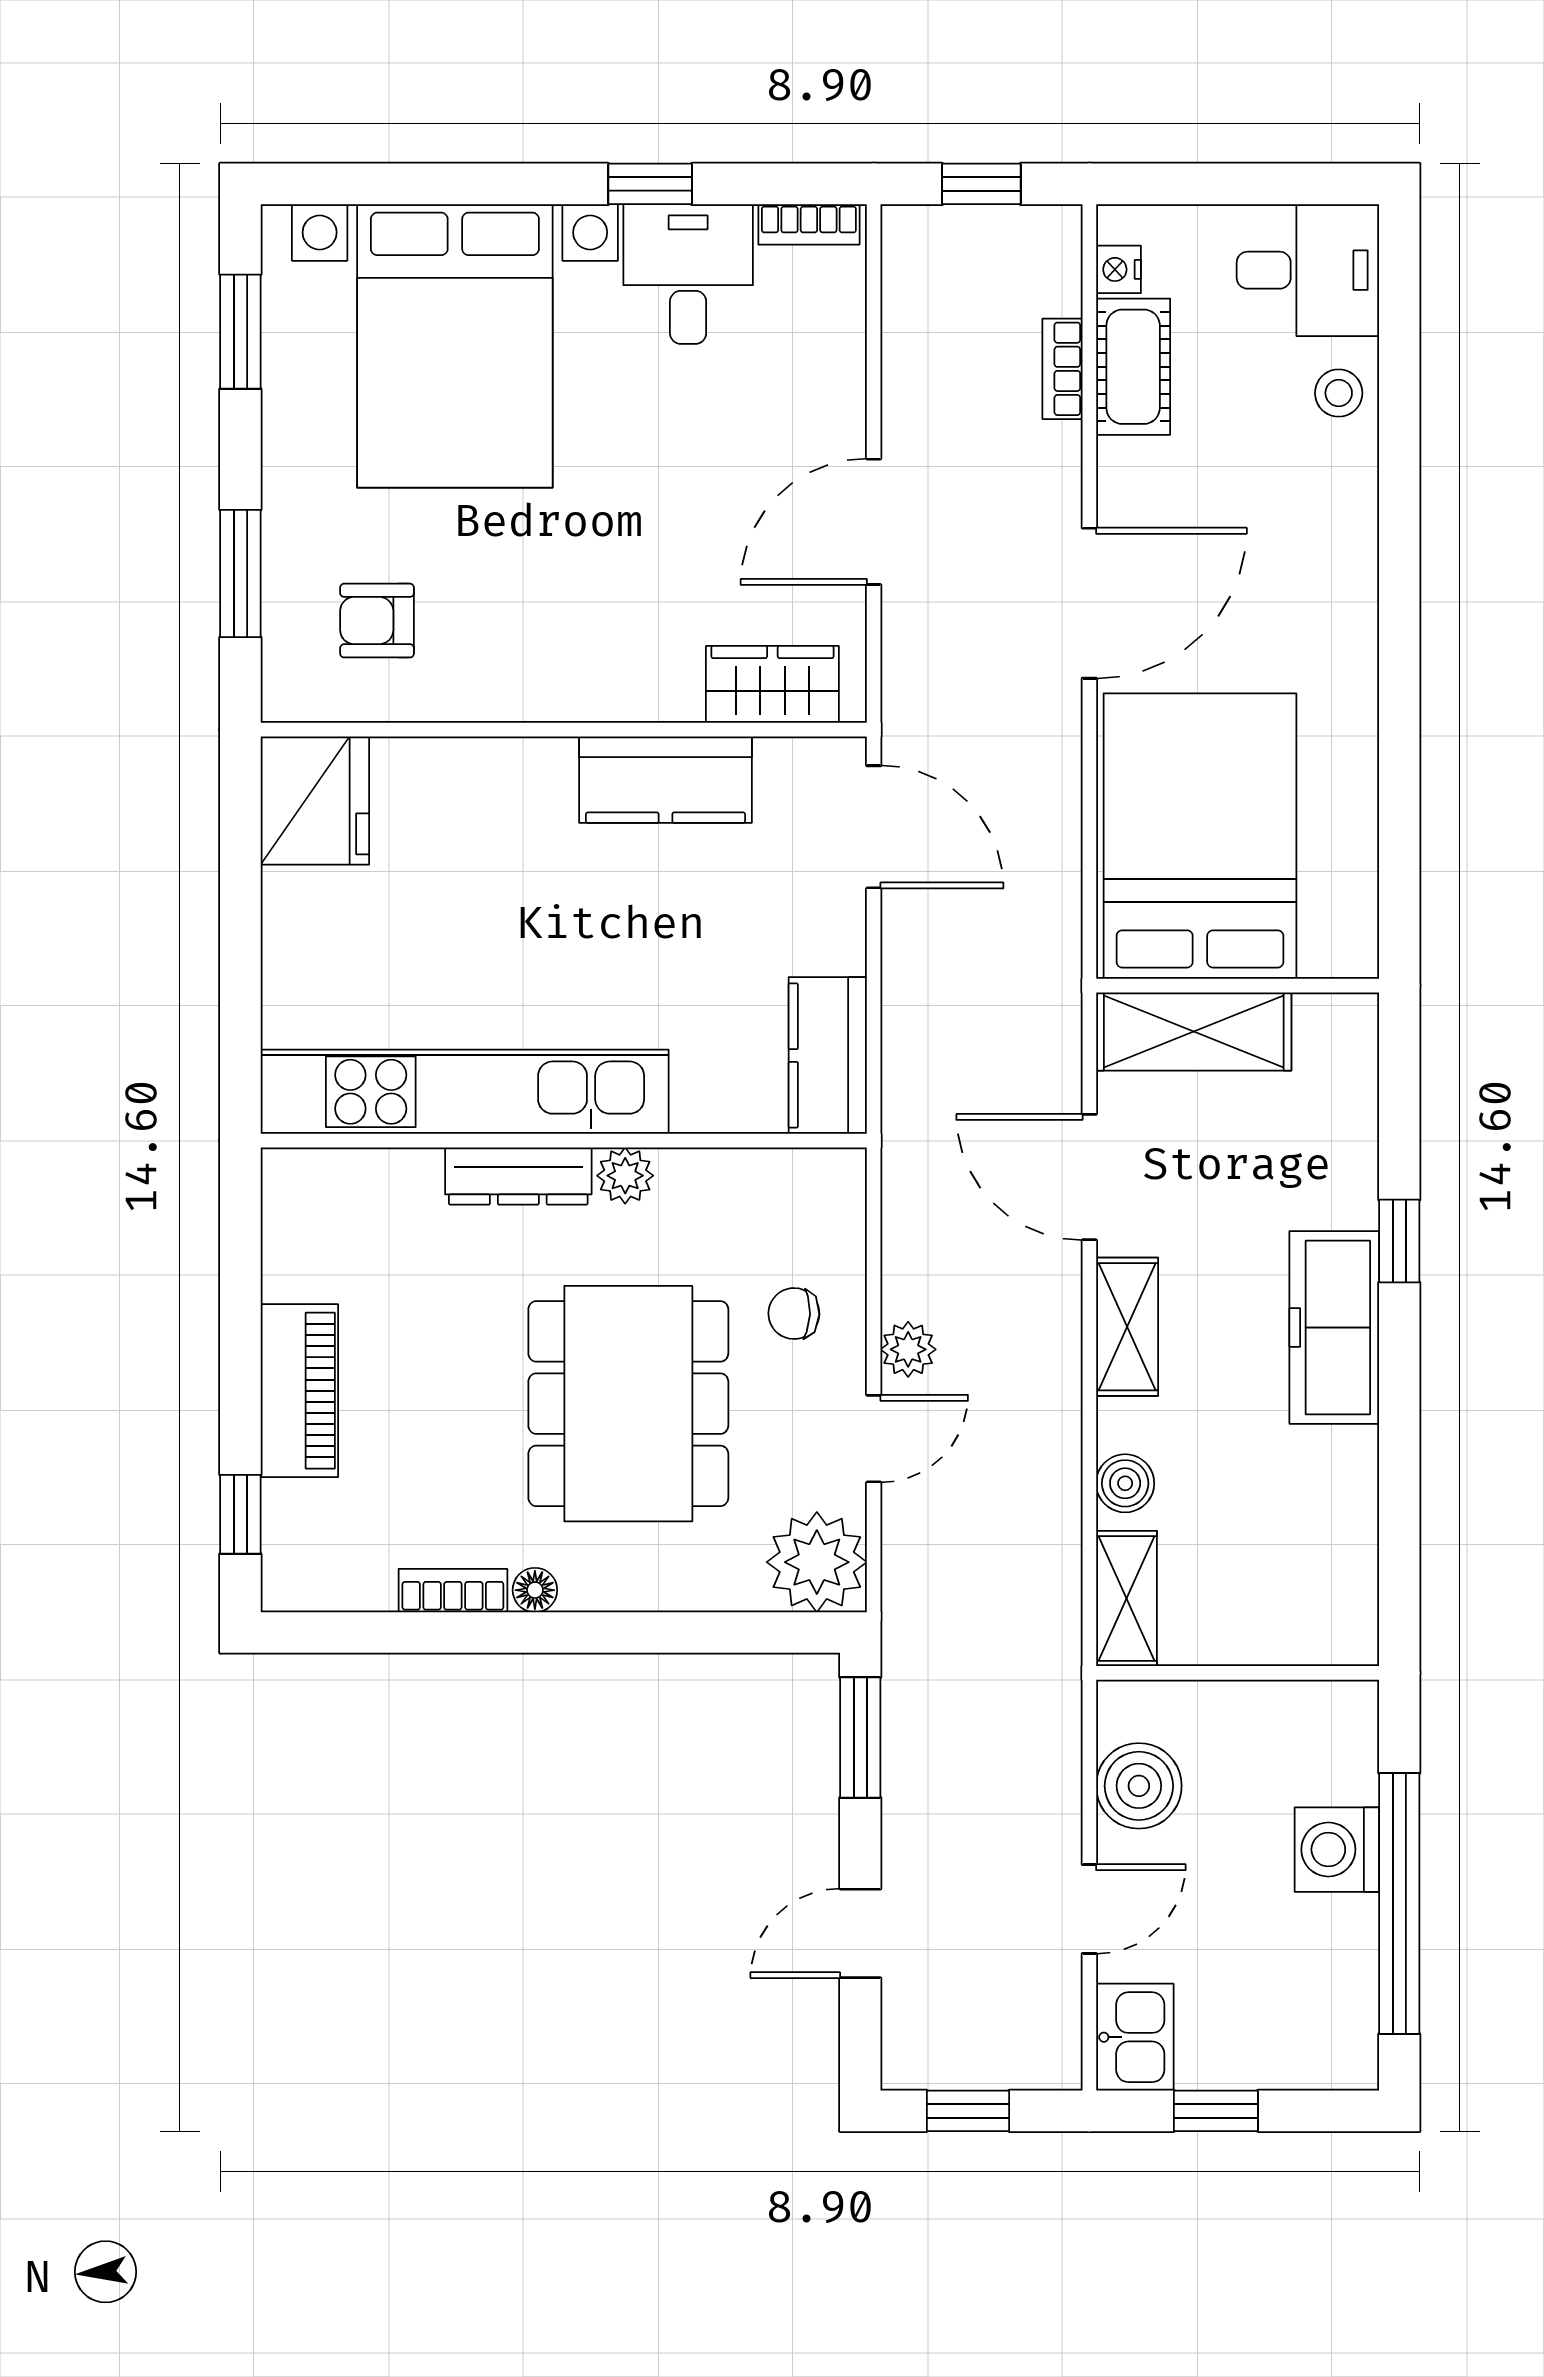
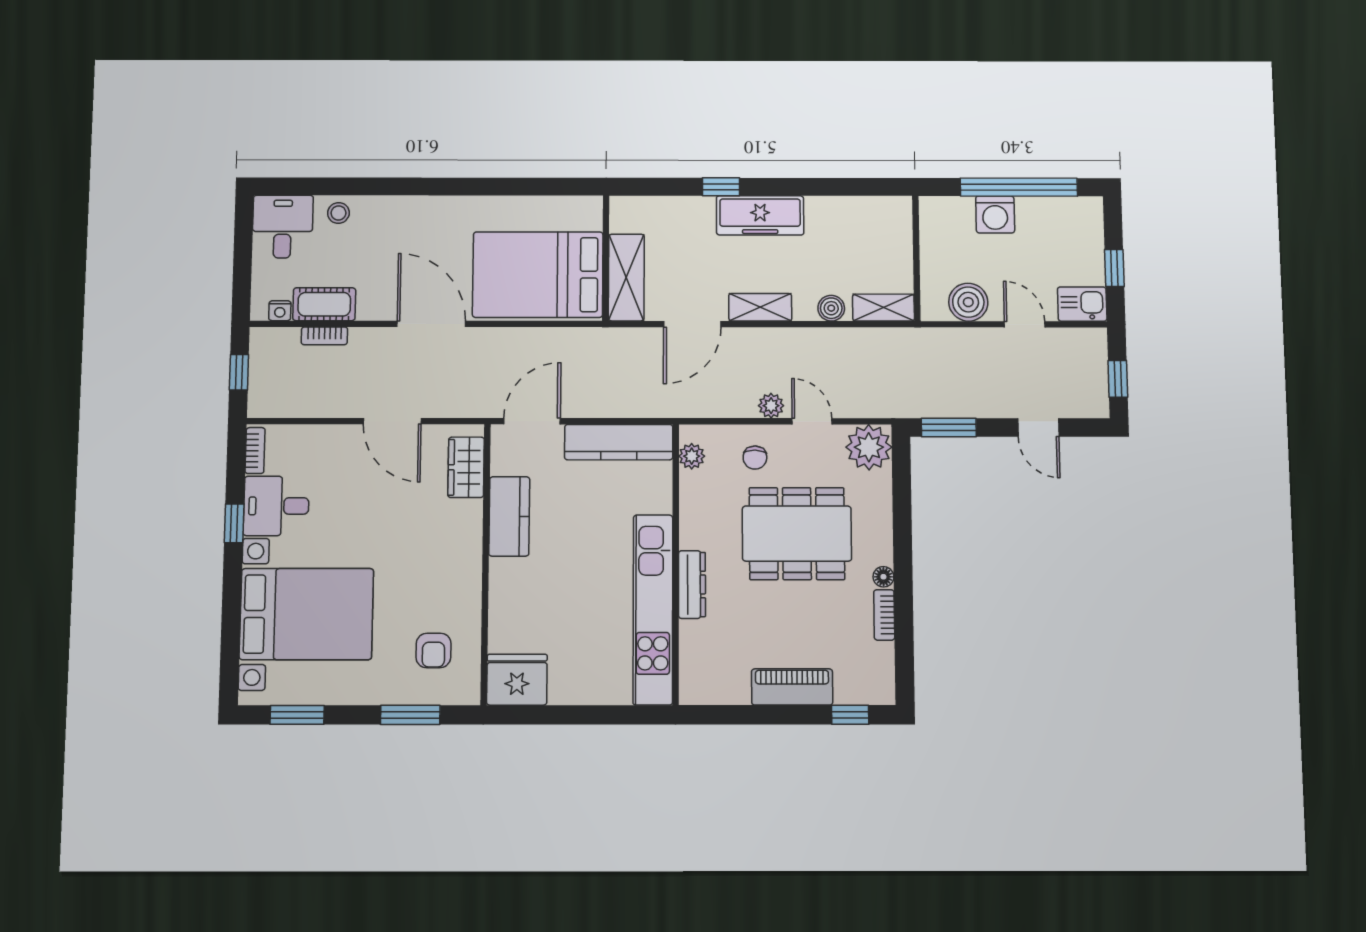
kitchen counter: (828, 1056) -> (619, 442), width x1.50
plant: (625, 1176) -> (692, 456), moved

